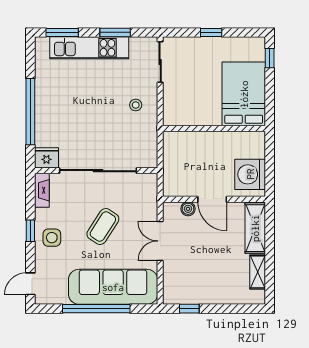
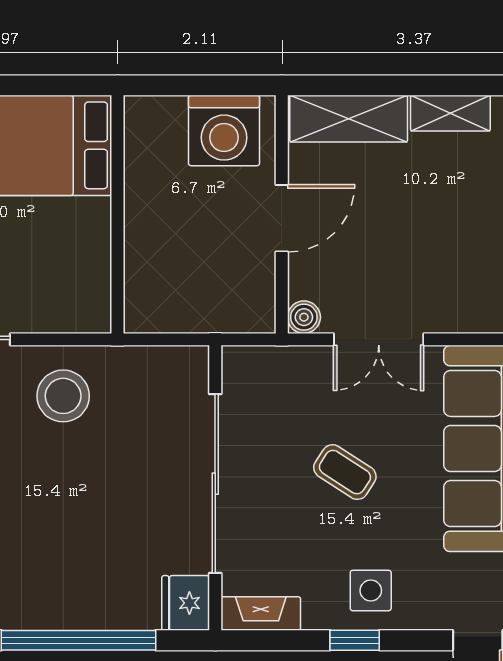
stool: (136, 105) -> (63, 396), width x1.89, depth x1.89
boiler: (188, 209) -> (304, 317), moved
coffee table: (103, 226) -> (345, 472), width x0.73, depth x0.77

